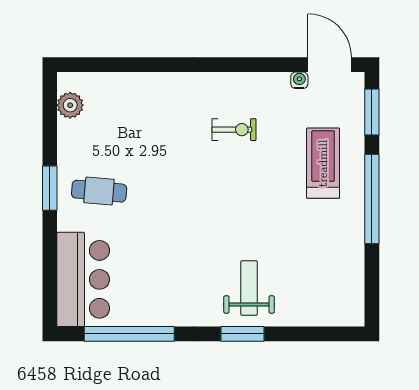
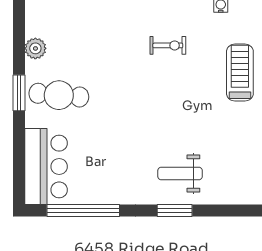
plant: (70, 105) -> (35, 48), moved
cafe table: (99, 191) -> (59, 95), width x1.37, depth x1.35
weight bench: (249, 288) -> (180, 174), turned -90

